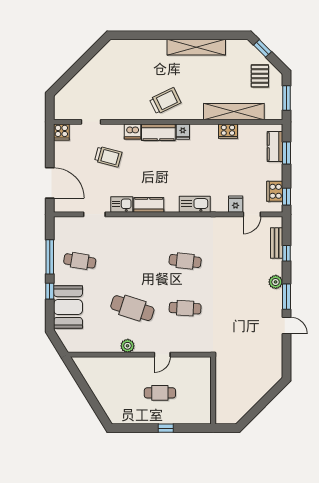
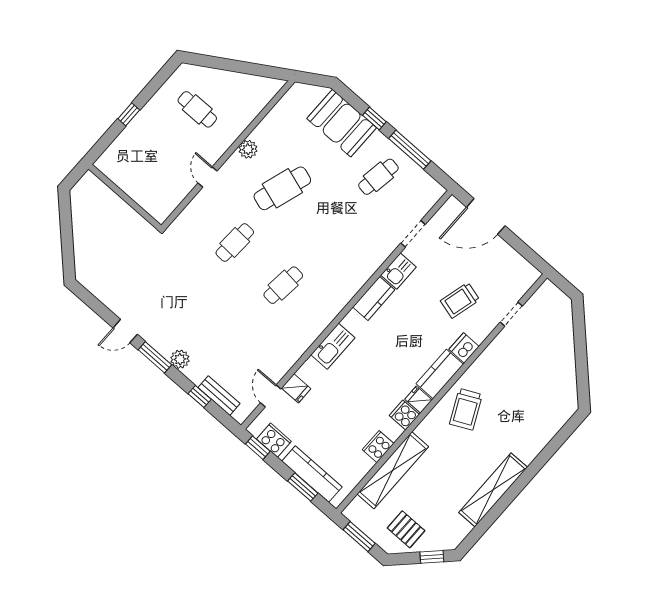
cooker: (61, 132) -> (404, 415), moved
kitchen counter: (275, 147) -> (312, 474), width x1.50
cafe table: (160, 393) -> (197, 109), moved, turned 90

